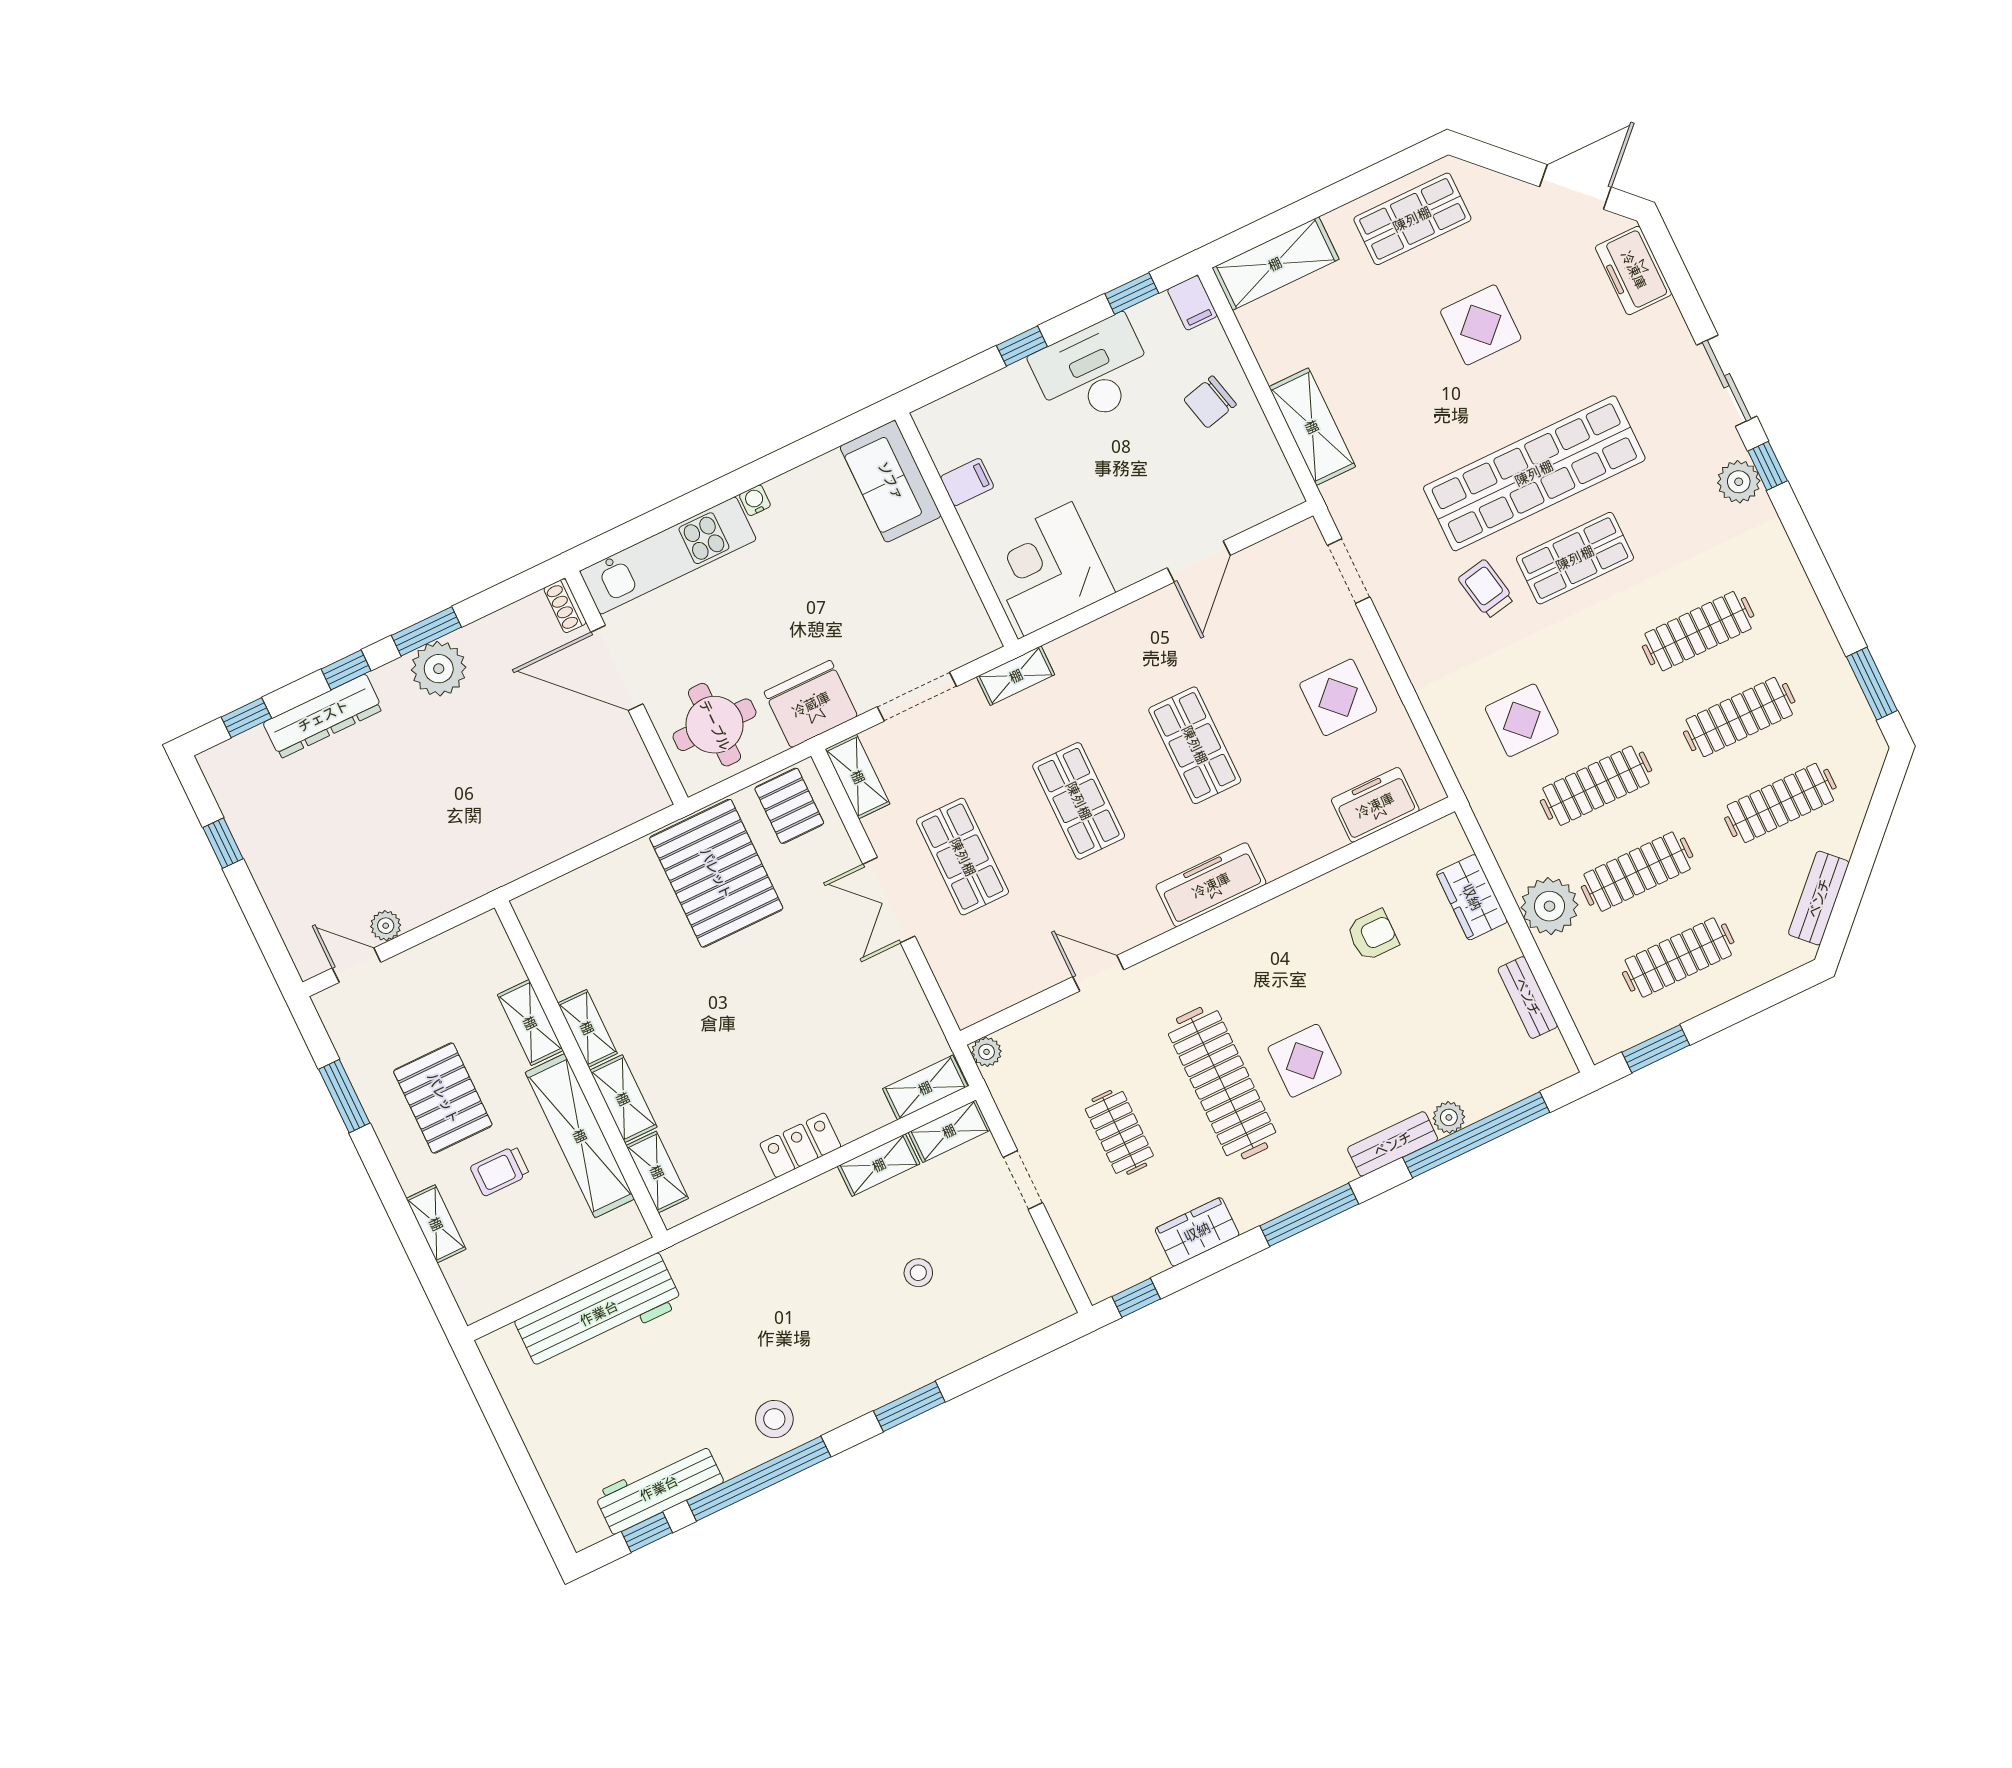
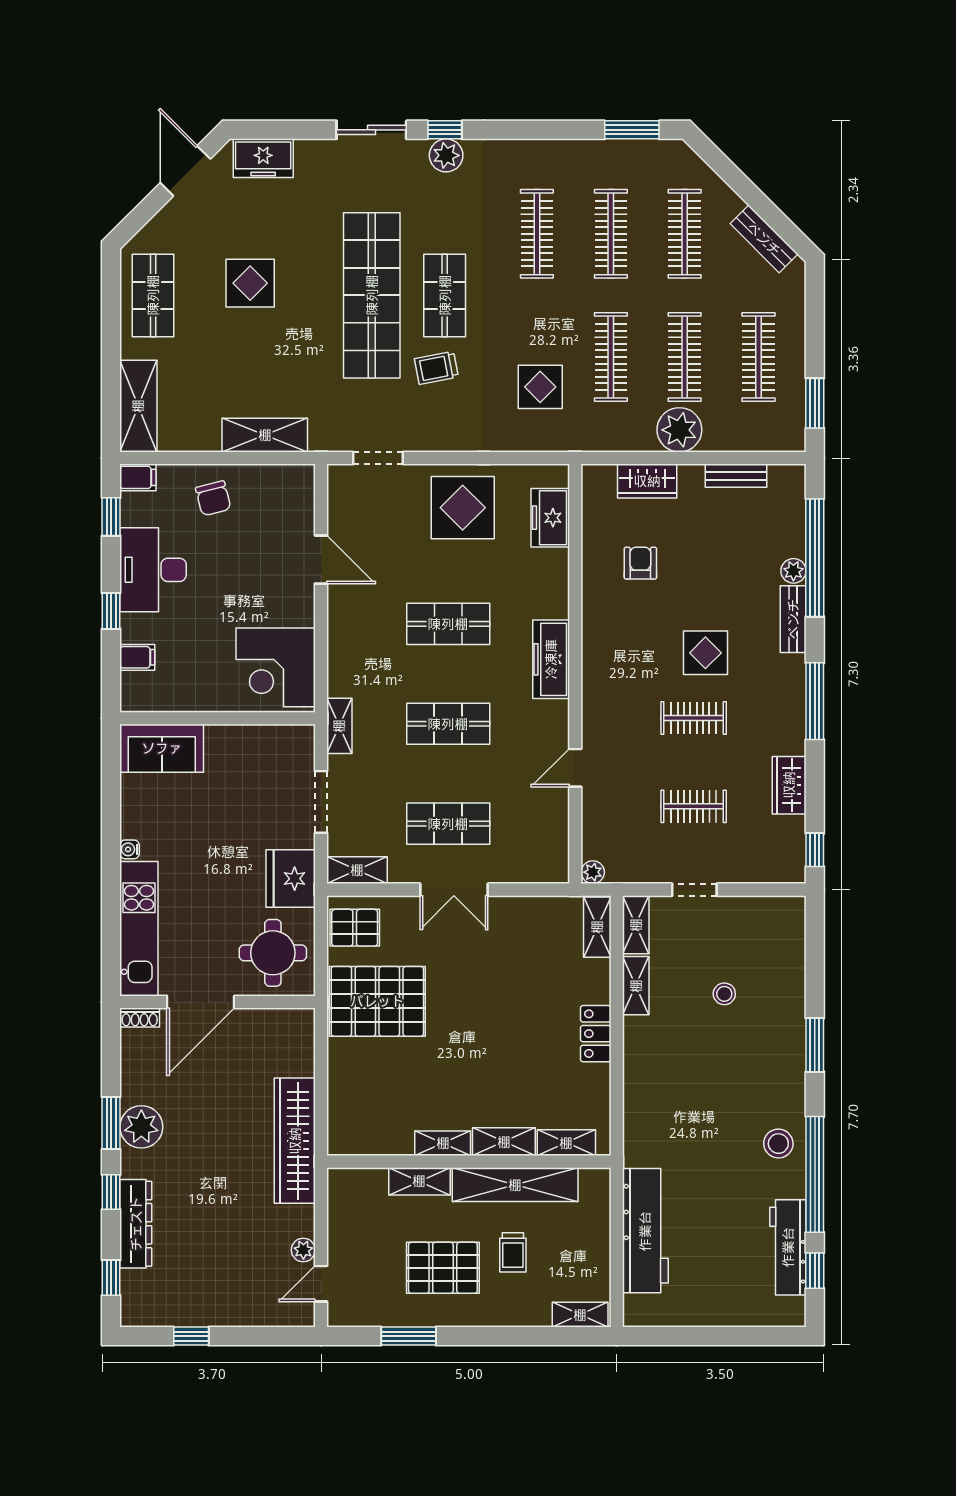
filing cabinet: (967, 482) -> (137, 657), moved, turned 90
display table: (1338, 697) -> (463, 508), width x1.36, depth x1.36
wardrobe: (508, 855) -> (295, 1141), added
clothes rail: (1222, 1083) -> (694, 718), width x0.54, depth x0.76
shelving: (436, 1224) -> (580, 1315), moved

